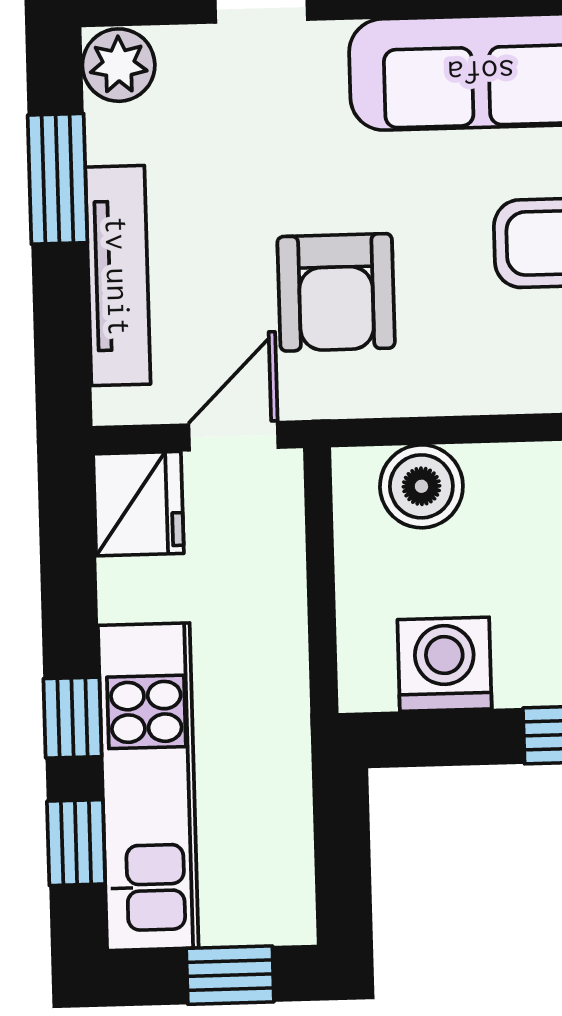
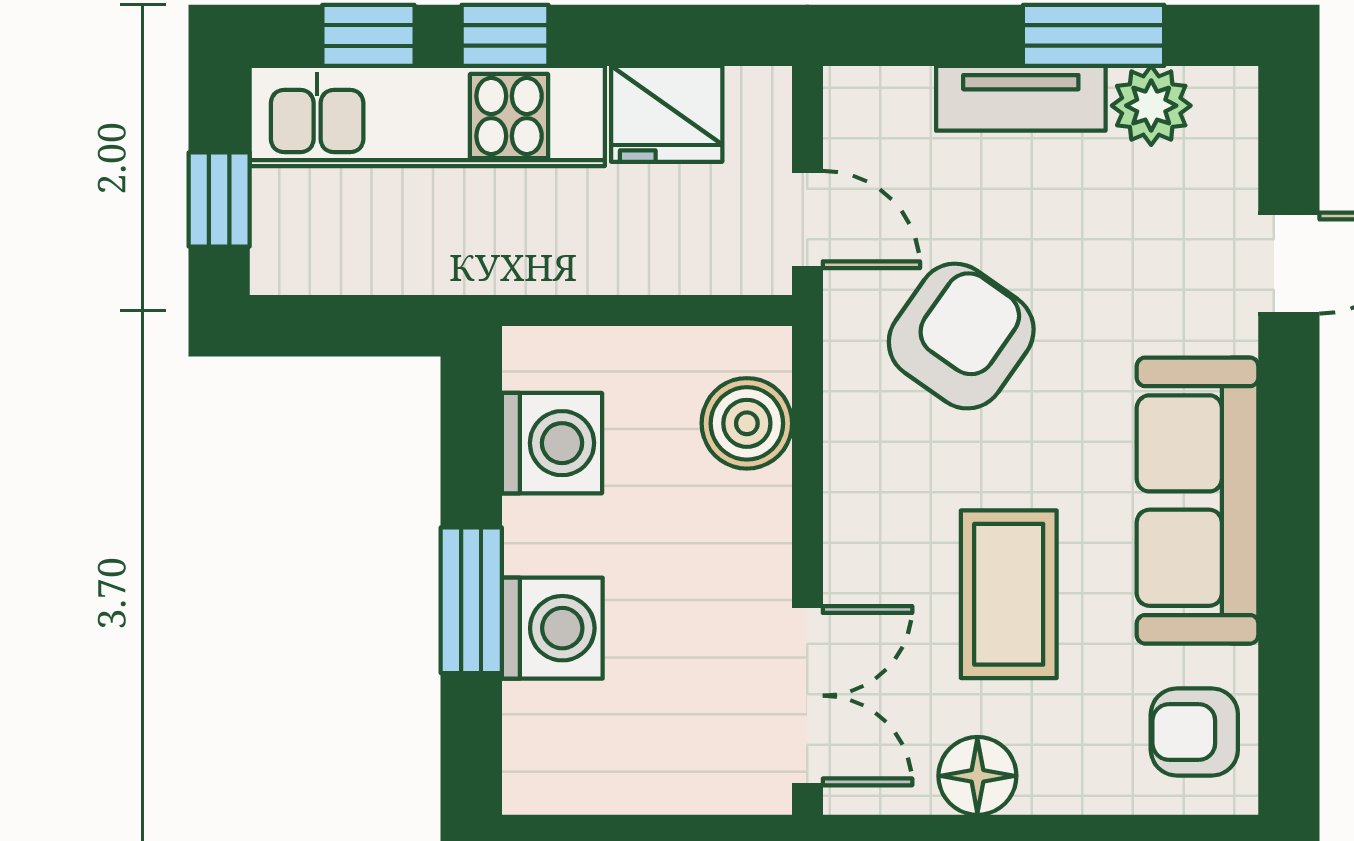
plant: (119, 65) -> (1151, 106), moved
tv unit: (118, 276) -> (1021, 98), width x0.71
armchair: (336, 292) -> (961, 336), turned 125
fridge: (139, 504) -> (667, 114), moved

